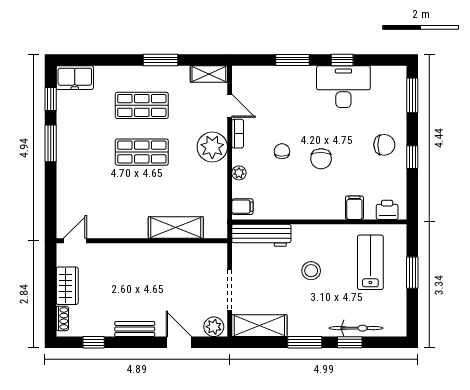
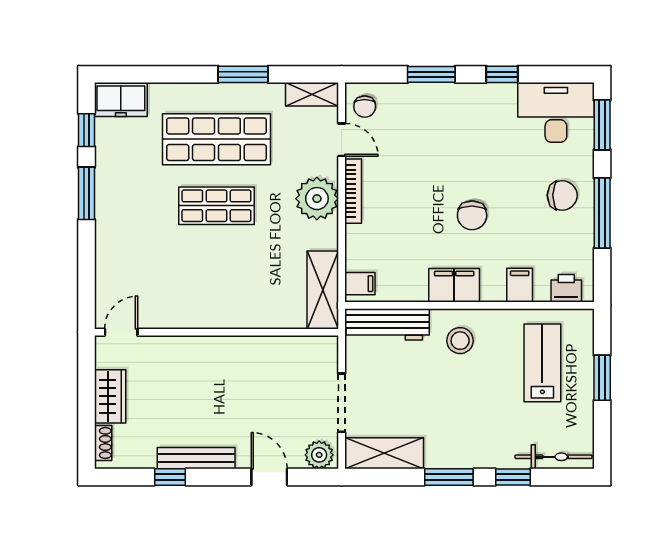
desk: (343, 87) -> (556, 112), moved
shop shelf: (142, 105) -> (216, 139), width x1.43, depth x1.36
bookcase: (238, 134) -> (353, 191), width x1.56
chair: (282, 151) -> (365, 107), moved, turned 180
window: (412, 157) -> (602, 213), width x2.17
plant: (239, 173) -> (355, 236), removed
filing cabinet: (309, 208) -> (454, 285), added
shelving: (176, 228) -> (323, 290), moved, turned 90
stool: (311, 271) -> (460, 341), moved
bicycle: (356, 328) -> (554, 457), moved
bench: (135, 329) -> (196, 458), width x1.36
window: (94, 342) -> (170, 477), moved

